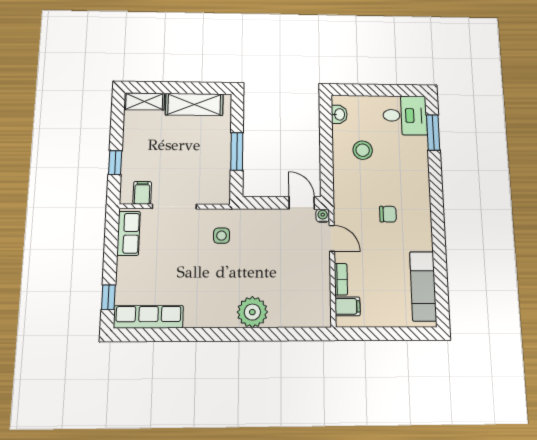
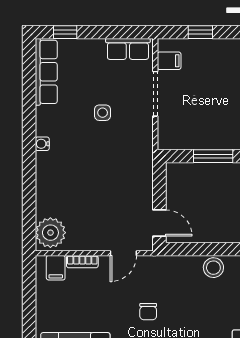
stool: (363, 150) -> (213, 268), moved
door: (302, 203) -> (159, 223), hinge flipped
water cooler: (323, 216) -> (42, 144), moved, turned 180
side table: (221, 236) -> (103, 113), moved
plant: (252, 312) -> (50, 233), moved

